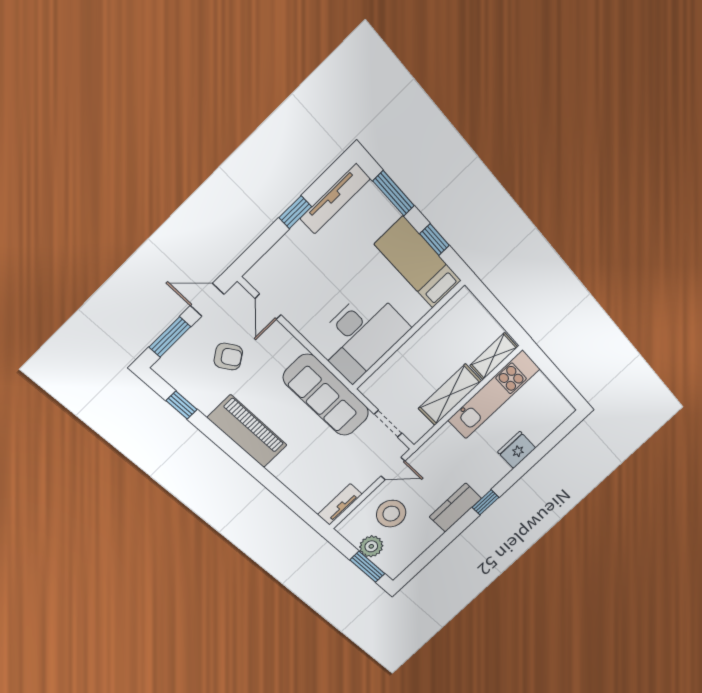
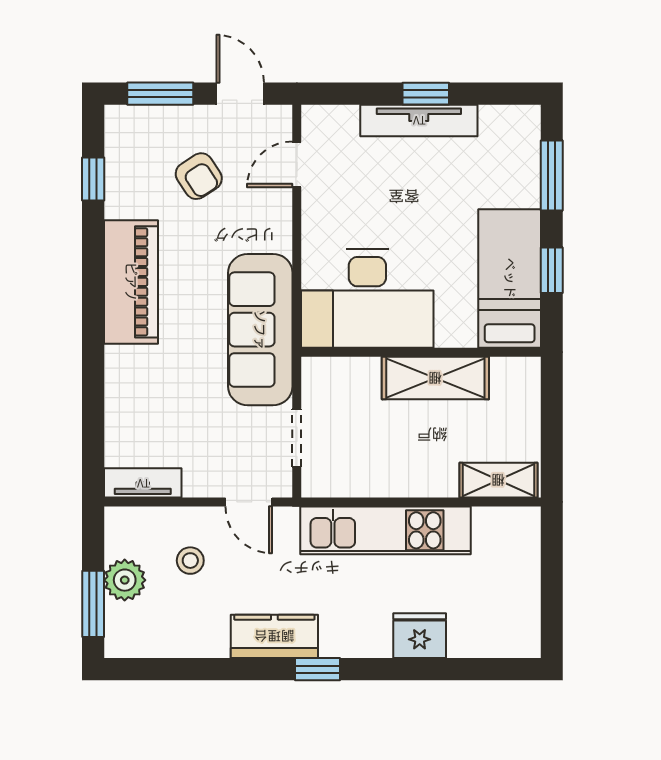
tv unit: (335, 199) -> (419, 120), moved
shelving: (450, 395) -> (435, 378), moved
kitchen unit: (494, 395) -> (386, 530), moved
stool: (391, 514) -> (190, 561), width x0.53, depth x0.53

